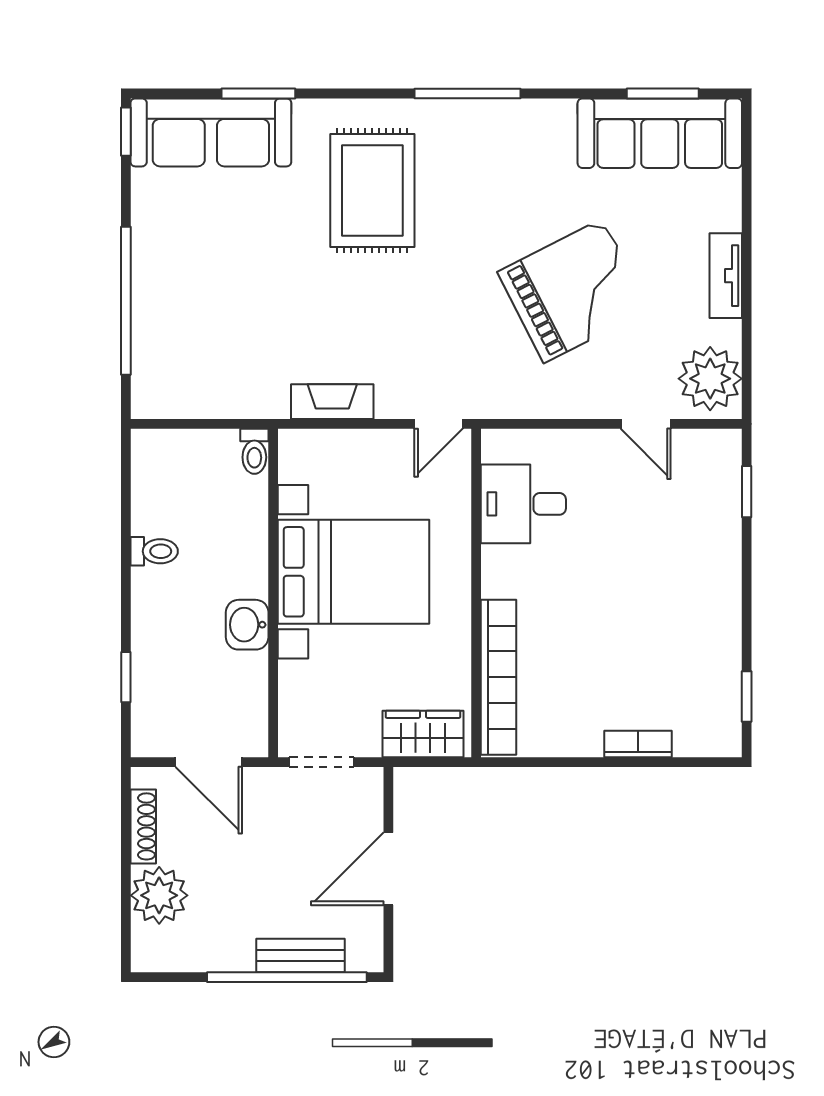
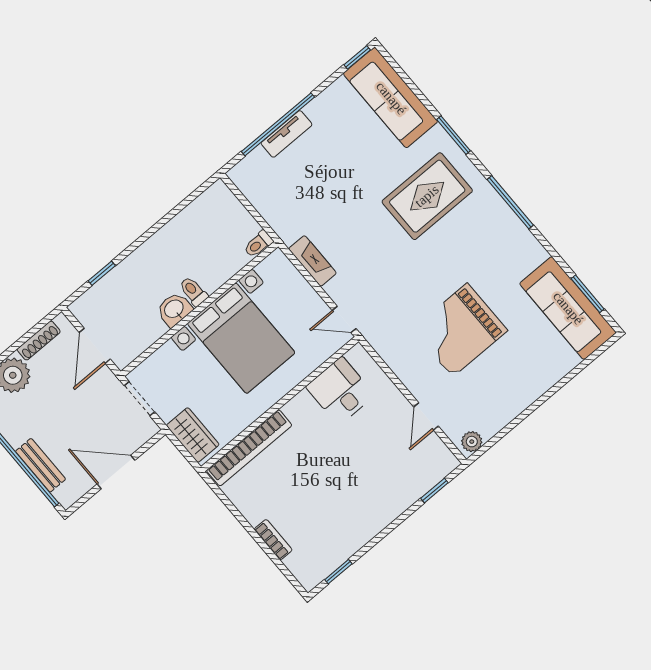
window: (258, 94) -> (453, 135), moved
tv unit: (726, 276) -> (287, 134), moved, turned 180
grand piano: (573, 291) -> (460, 330), turned 117
plant: (710, 379) -> (472, 442), width x0.53, depth x0.53
toilet: (154, 551) -> (193, 291), moved, turned 180

